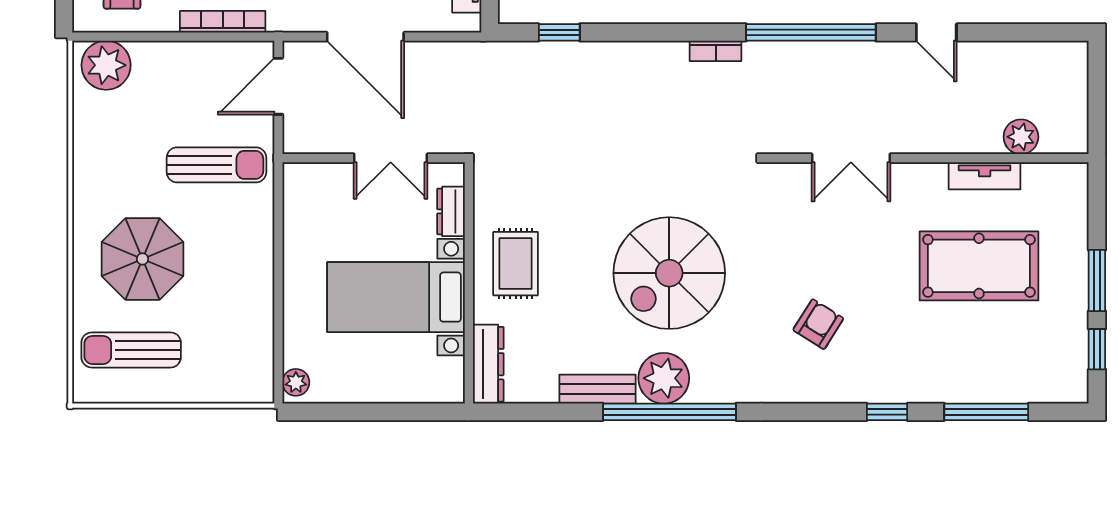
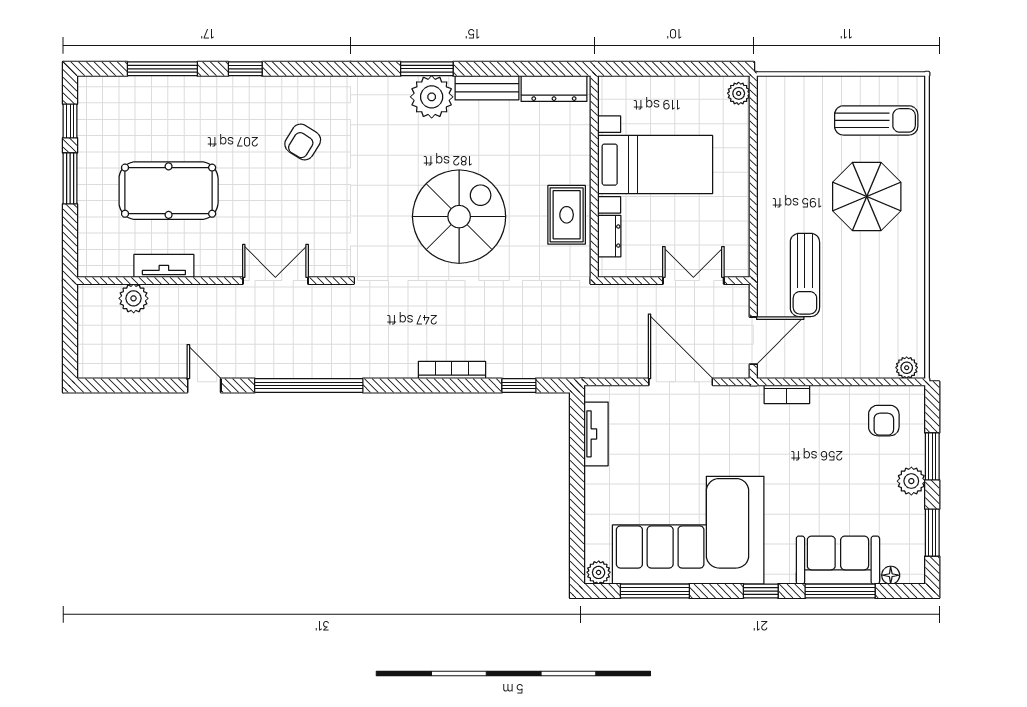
bookcase: (223, 22) -> (787, 394), width x0.64
bookcase: (716, 51) -> (452, 370), moved, width x1.56
plant: (106, 65) -> (907, 368), width x0.53, depth x0.53
double door: (391, 158) -> (693, 281), moved
sun lounger: (216, 165) -> (805, 275), turned -90
rug: (516, 264) -> (567, 215), moved
spiral stairs: (669, 273) -> (459, 217), moved
dresser: (488, 364) -> (554, 89), moved, turned -90
window: (670, 412) -> (427, 69), width x0.47

